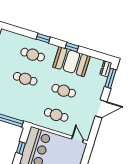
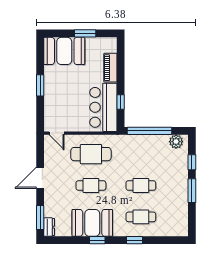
cafe table: (56, 115) -> (91, 154), width x1.37, depth x1.35

